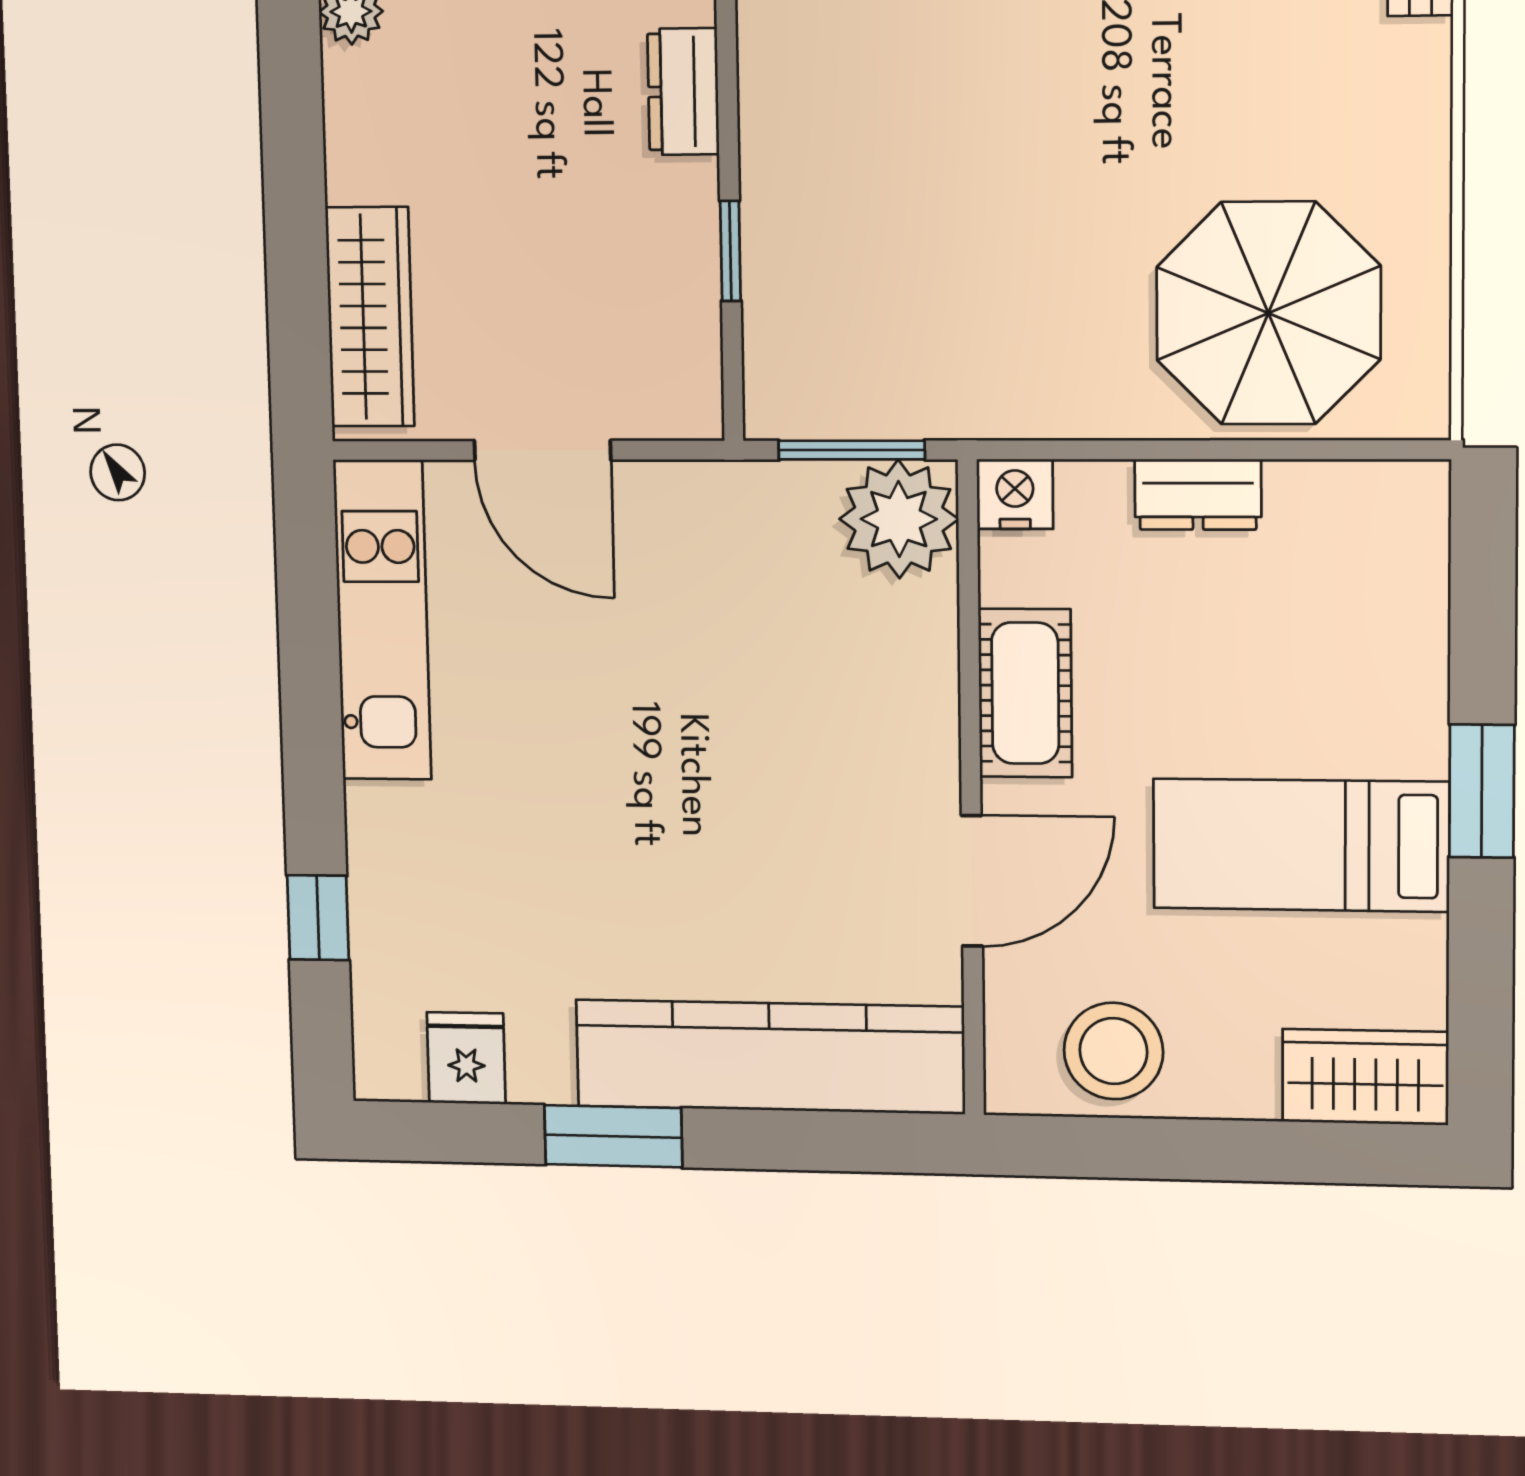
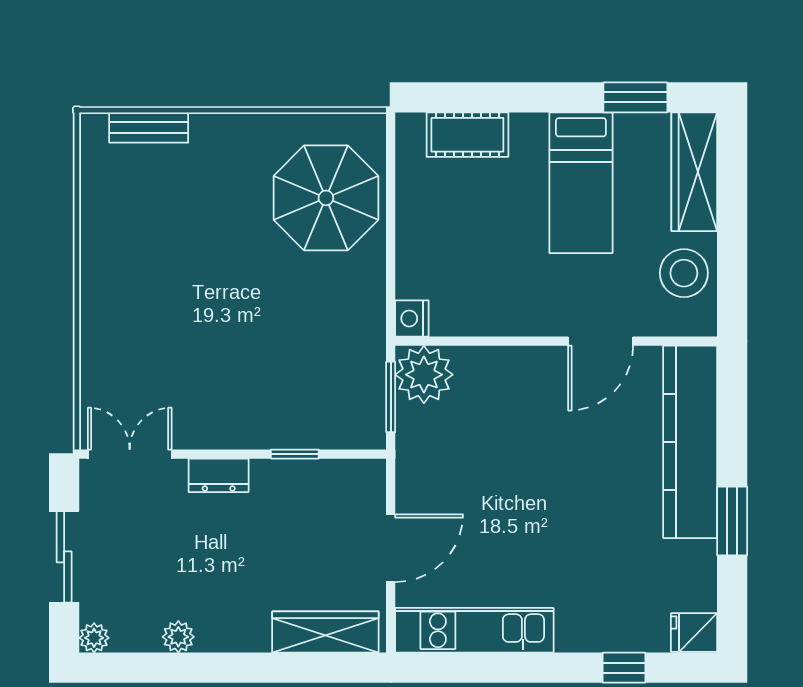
dresser: (1198, 494) -> (412, 231), removed
cot: (1025, 693) -> (467, 135), moved
window: (1482, 791) -> (635, 97), moved
door: (972, 881) -> (601, 341), swing flipped
fridge: (466, 1058) -> (694, 633), moved
wardrobe: (1365, 1077) -> (694, 172), width x1.50

